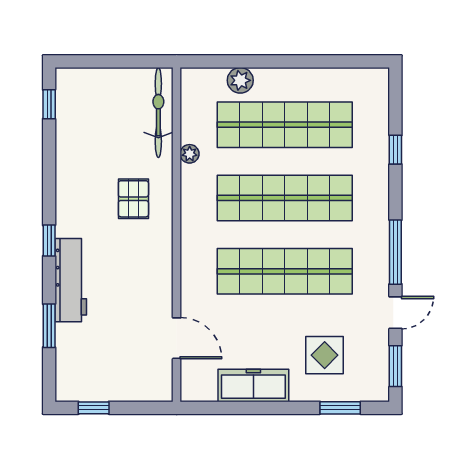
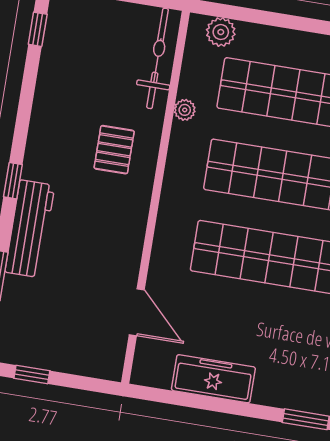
plant: (240, 80) -> (221, 32), moved
display table: (325, 355) -> (298, 358), removed

